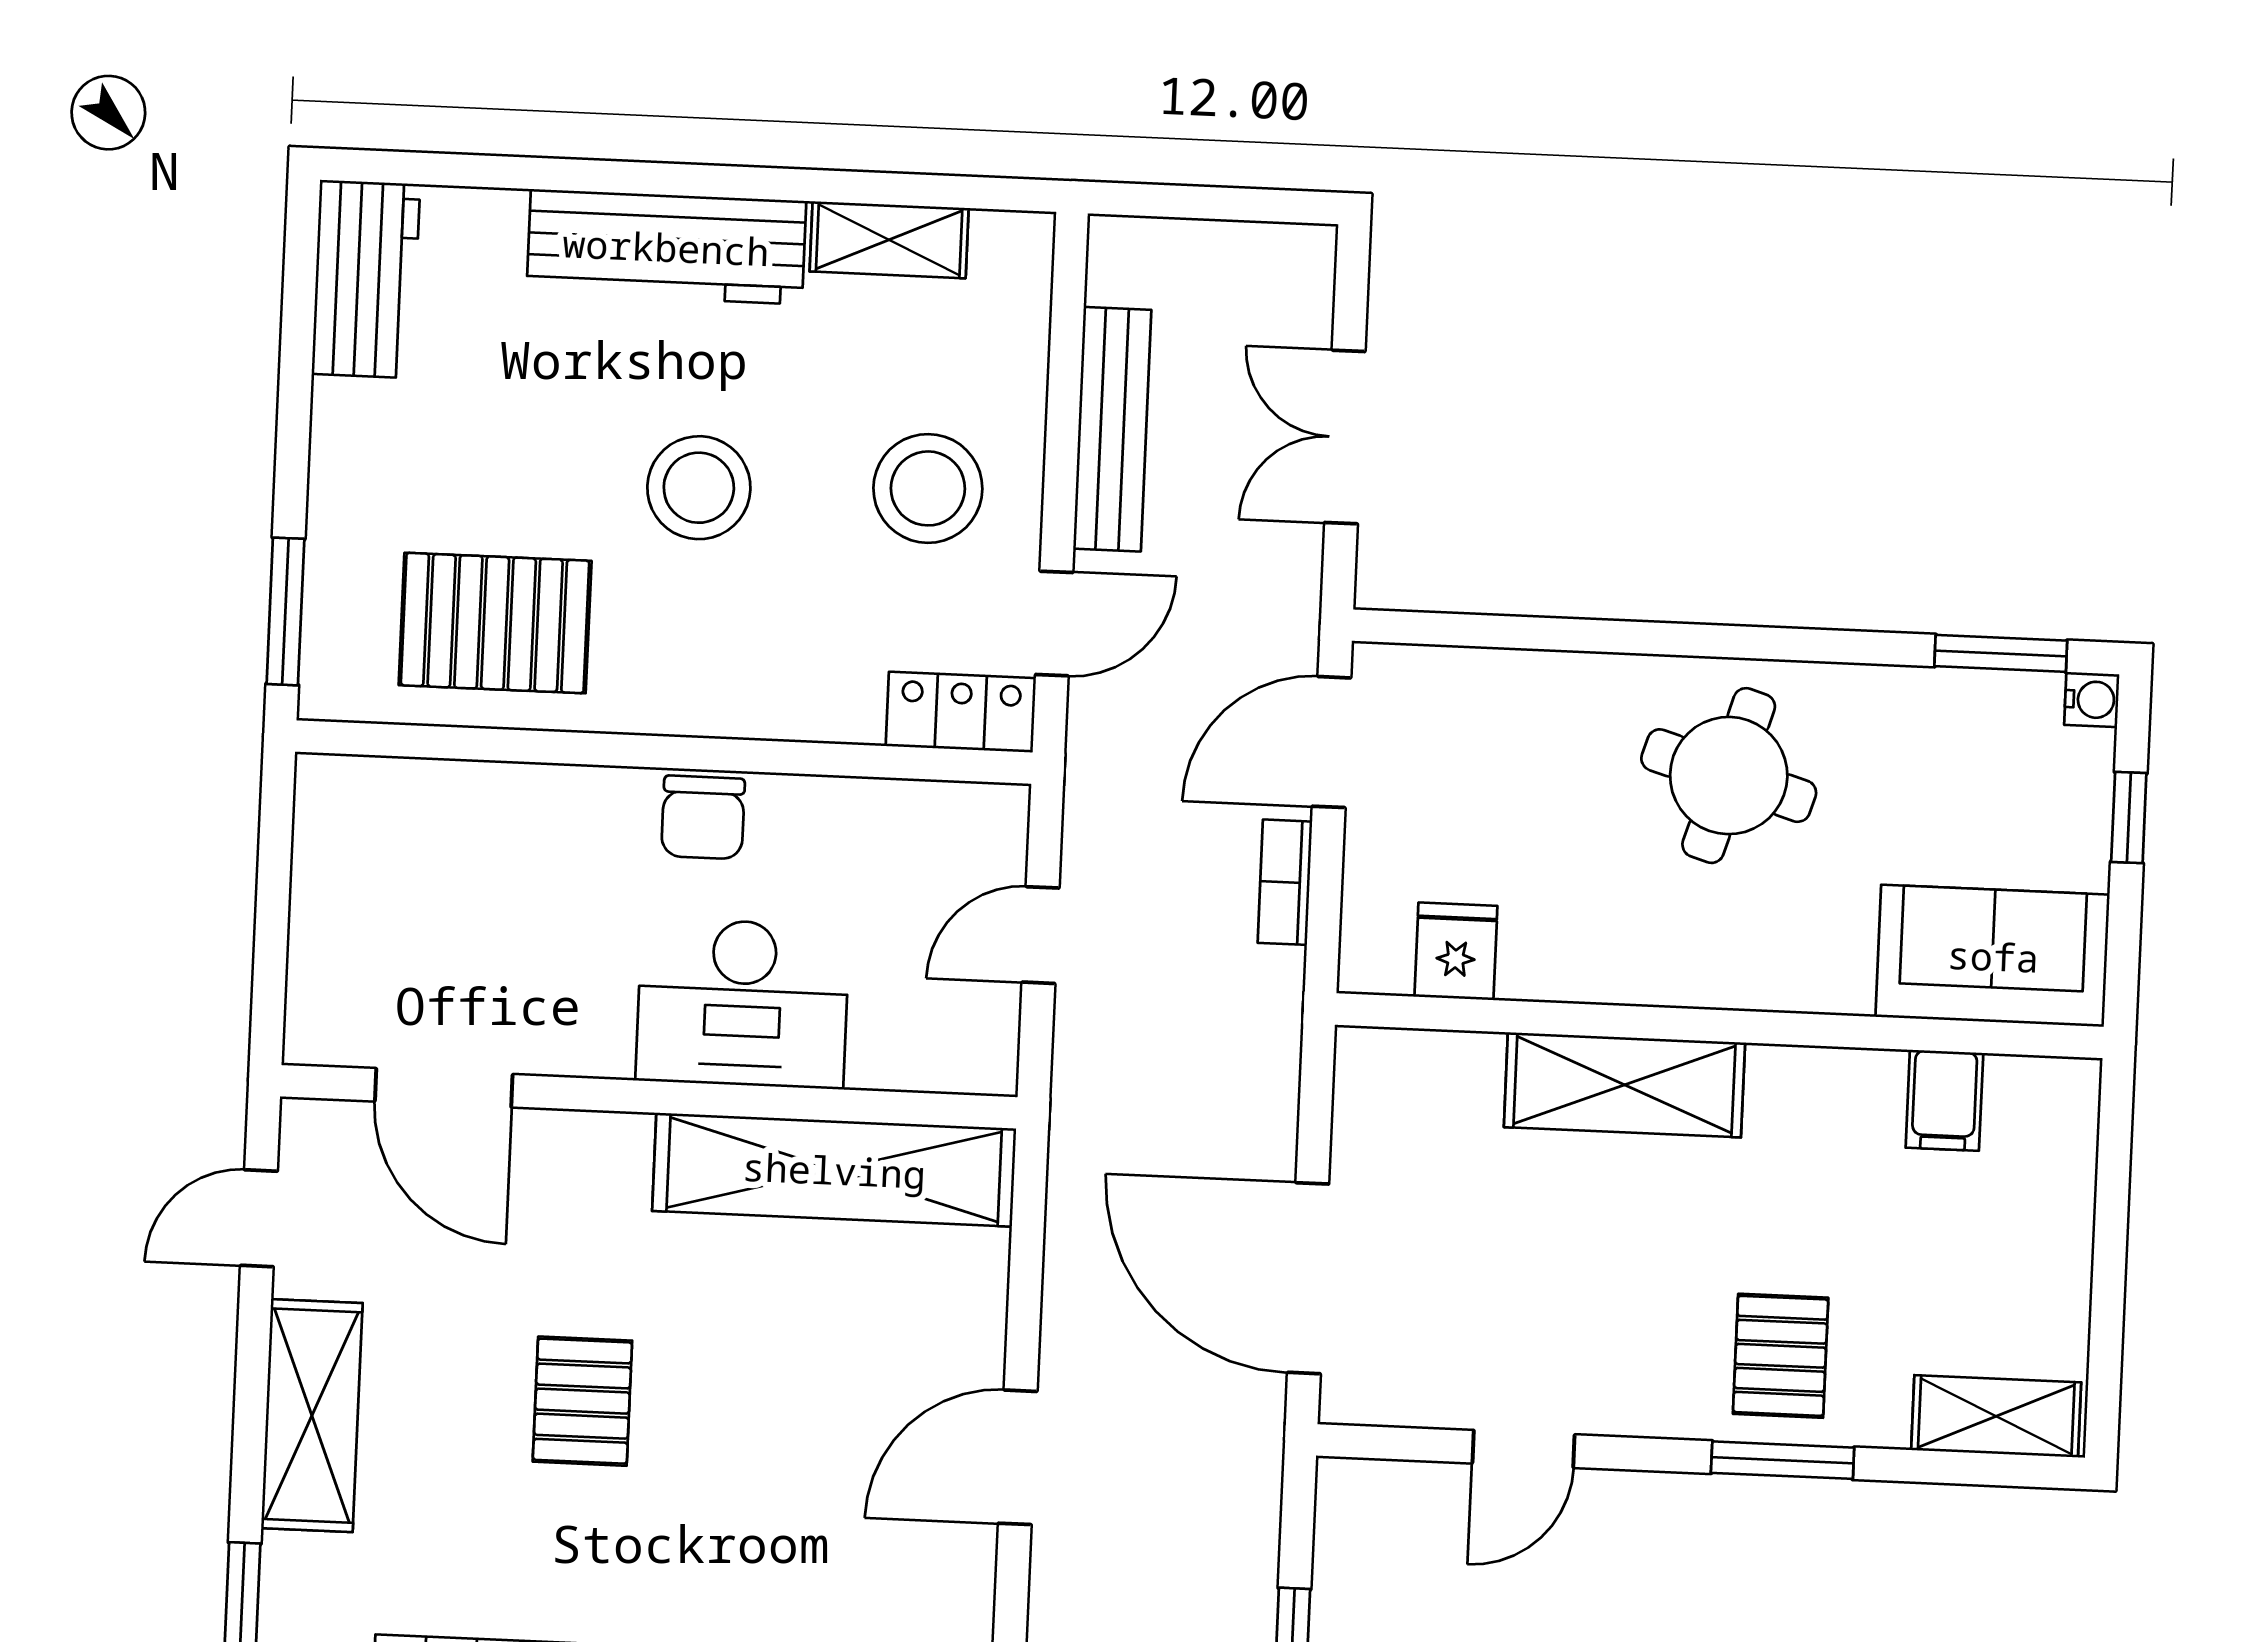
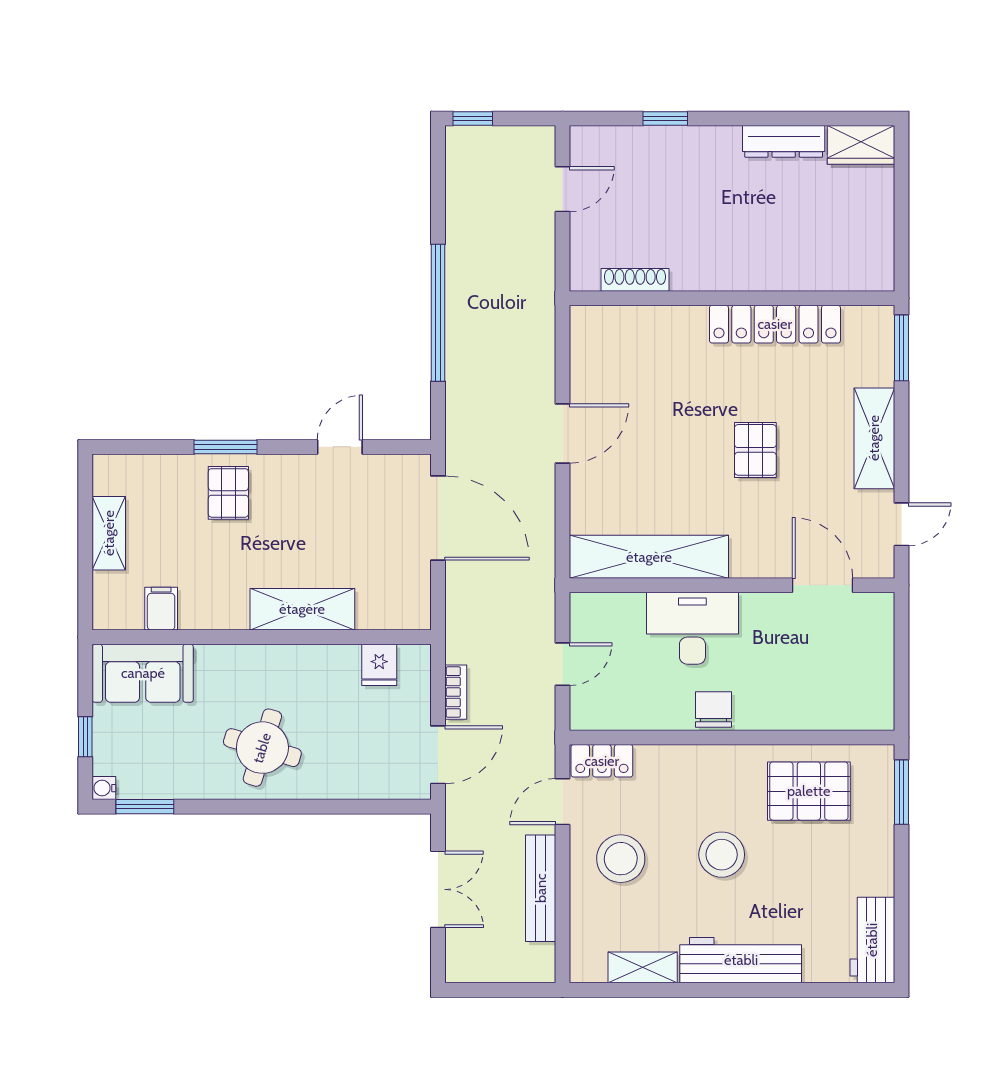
shelving: (1996, 1416) -> (109, 533), moved, turned 90

